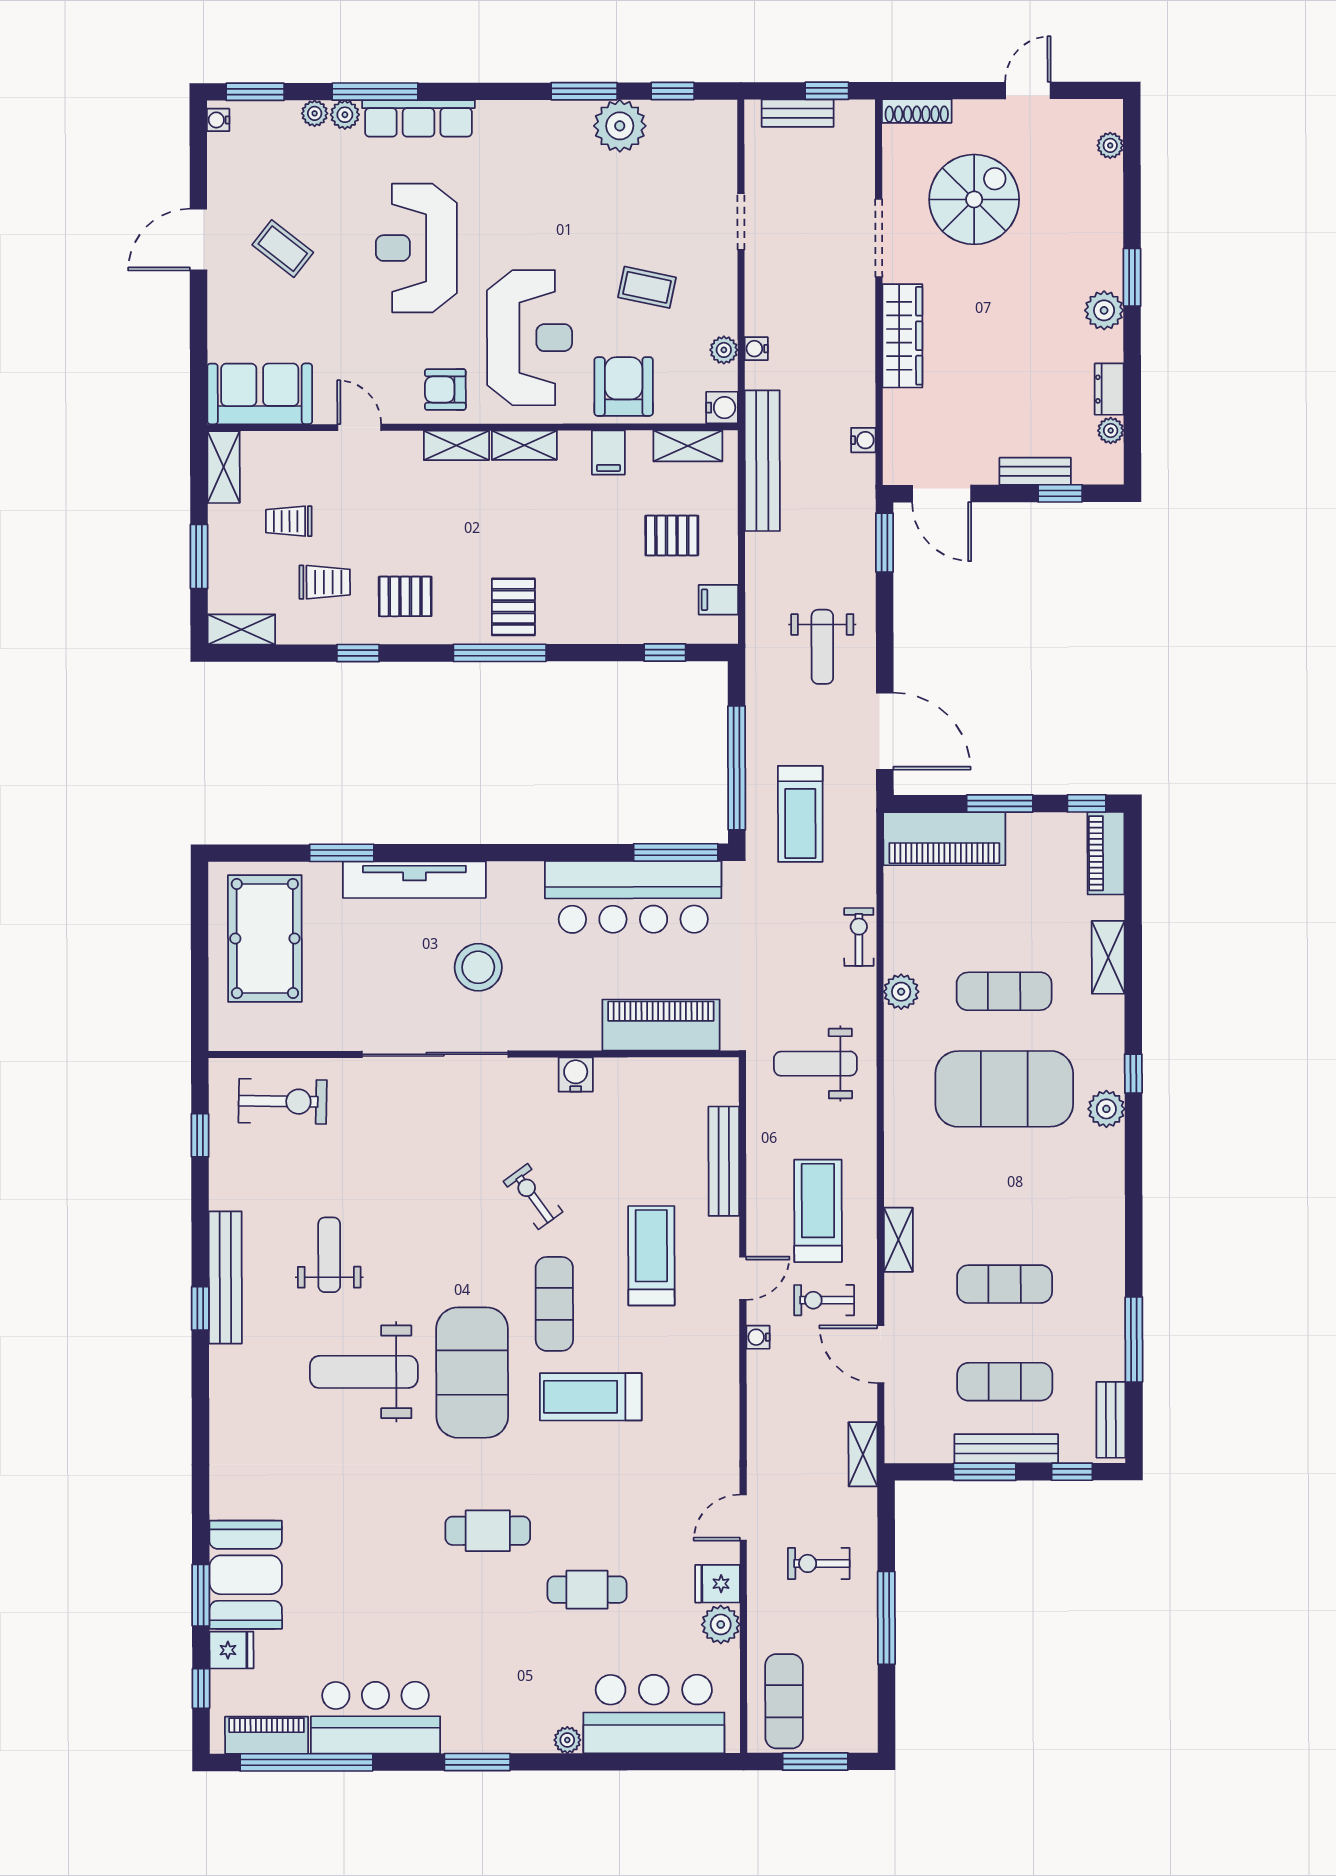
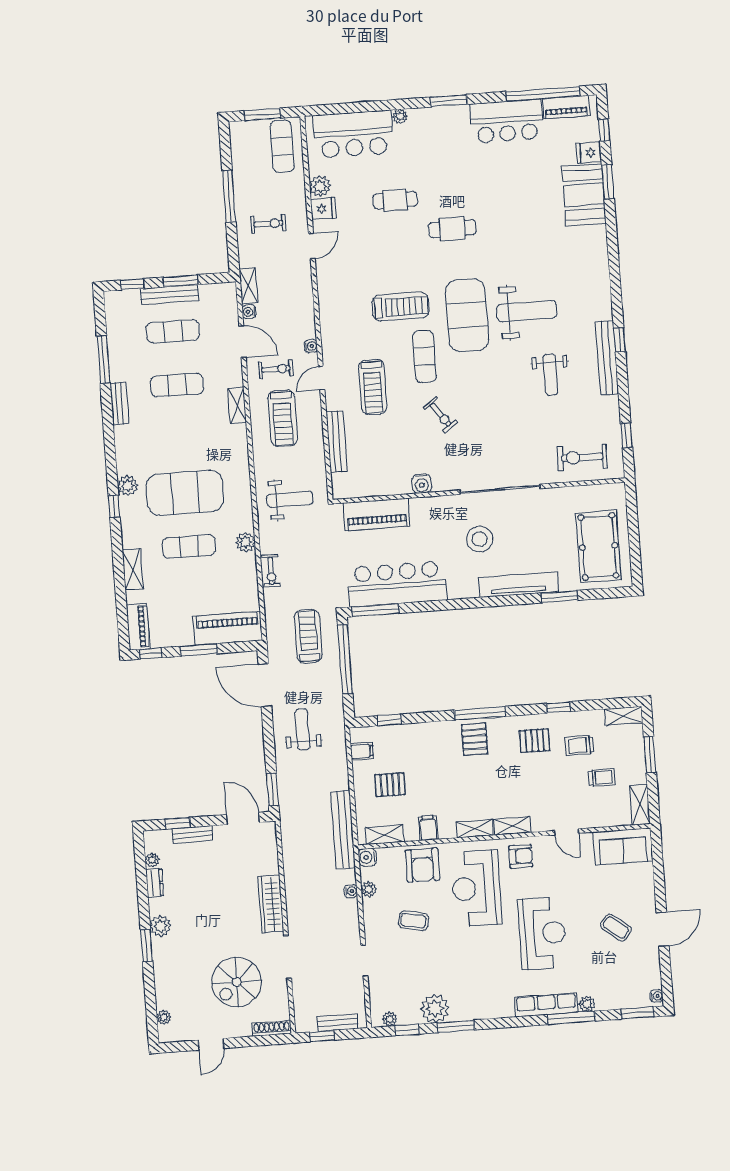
plant: (315, 113) -> (390, 1019), moved
water cooler: (863, 440) -> (249, 312), moved
bench: (1111, 1420) -> (119, 403), moved

